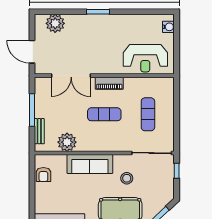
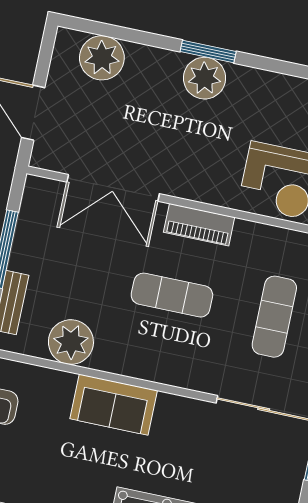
plant: (99, 23) -> (205, 78), added
sofa: (90, 164) -> (114, 405), width x0.73
stool: (127, 178) -> (193, 456), removed

